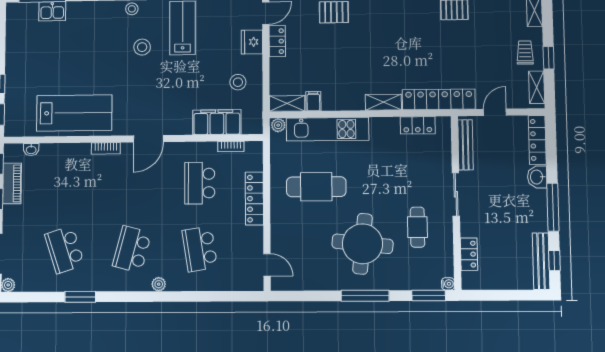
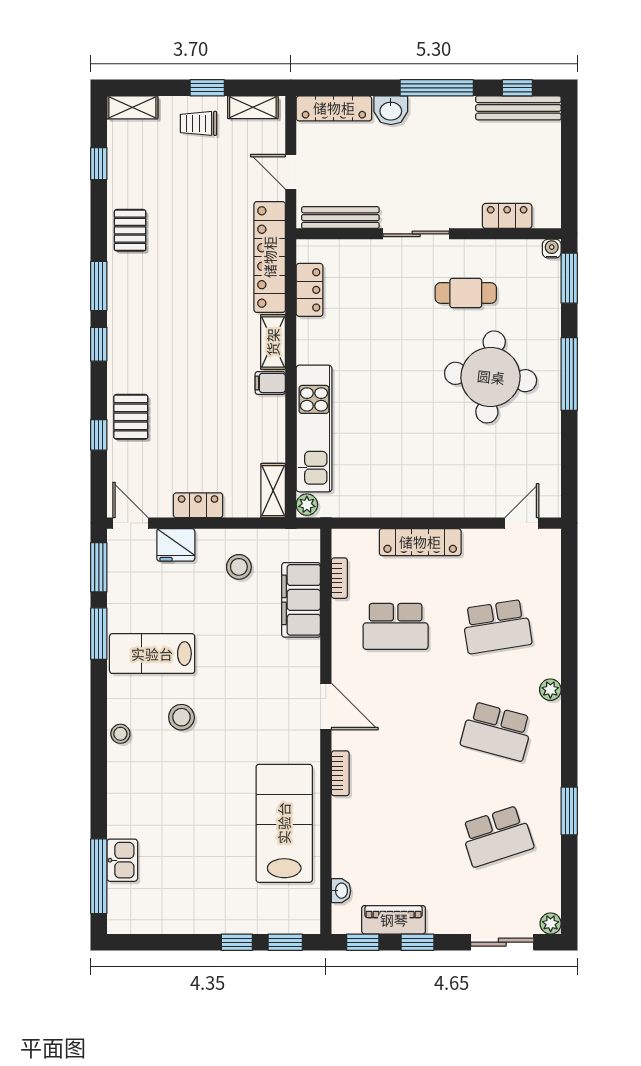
locker: (277, 41) -> (198, 505), moved
filing cabinet: (313, 101) -> (270, 383), moved
cafe table: (316, 187) -> (403, 447), removed

